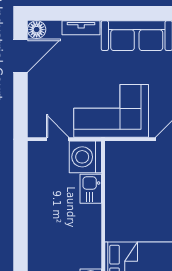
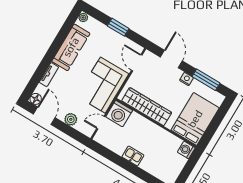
plant: (37, 95) -> (71, 119), added
kitchen sink: (91, 189) -> (133, 156), moved, turned 180
wardrobe: (118, 189) -> (147, 107), added

